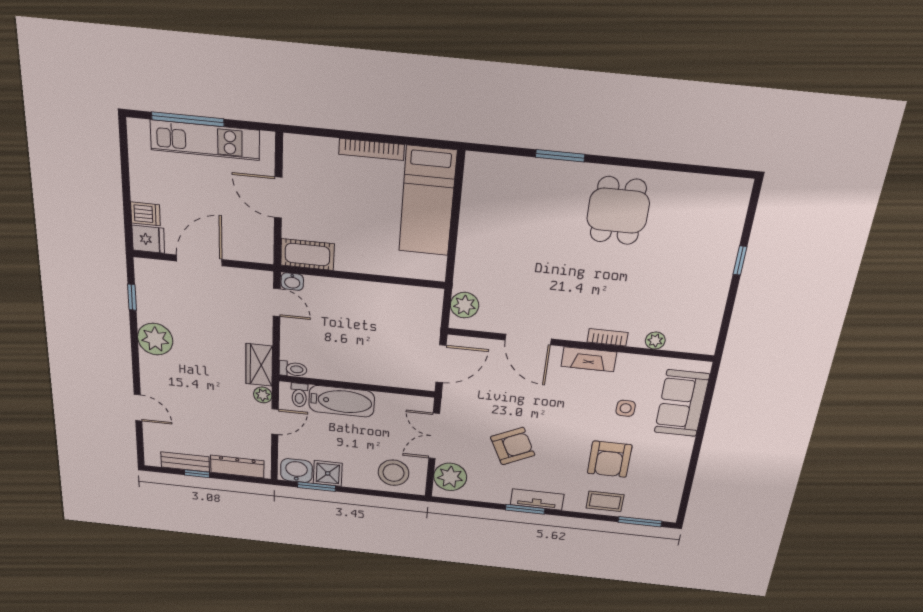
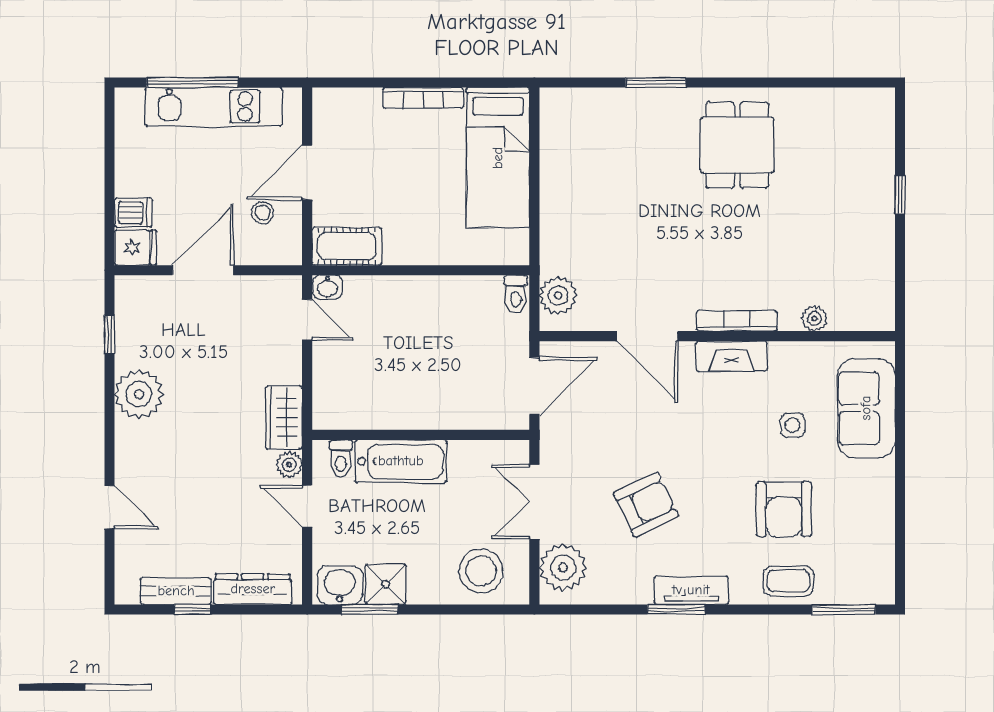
door: (278, 198) -> (307, 172), hinge flipped
stool: (244, 224) -> (263, 213), added
bookcase: (608, 337) -> (737, 321), width x1.56
toilet: (293, 369) -> (516, 294), moved, turned 90
door: (275, 422) -> (307, 506), swing flipped

